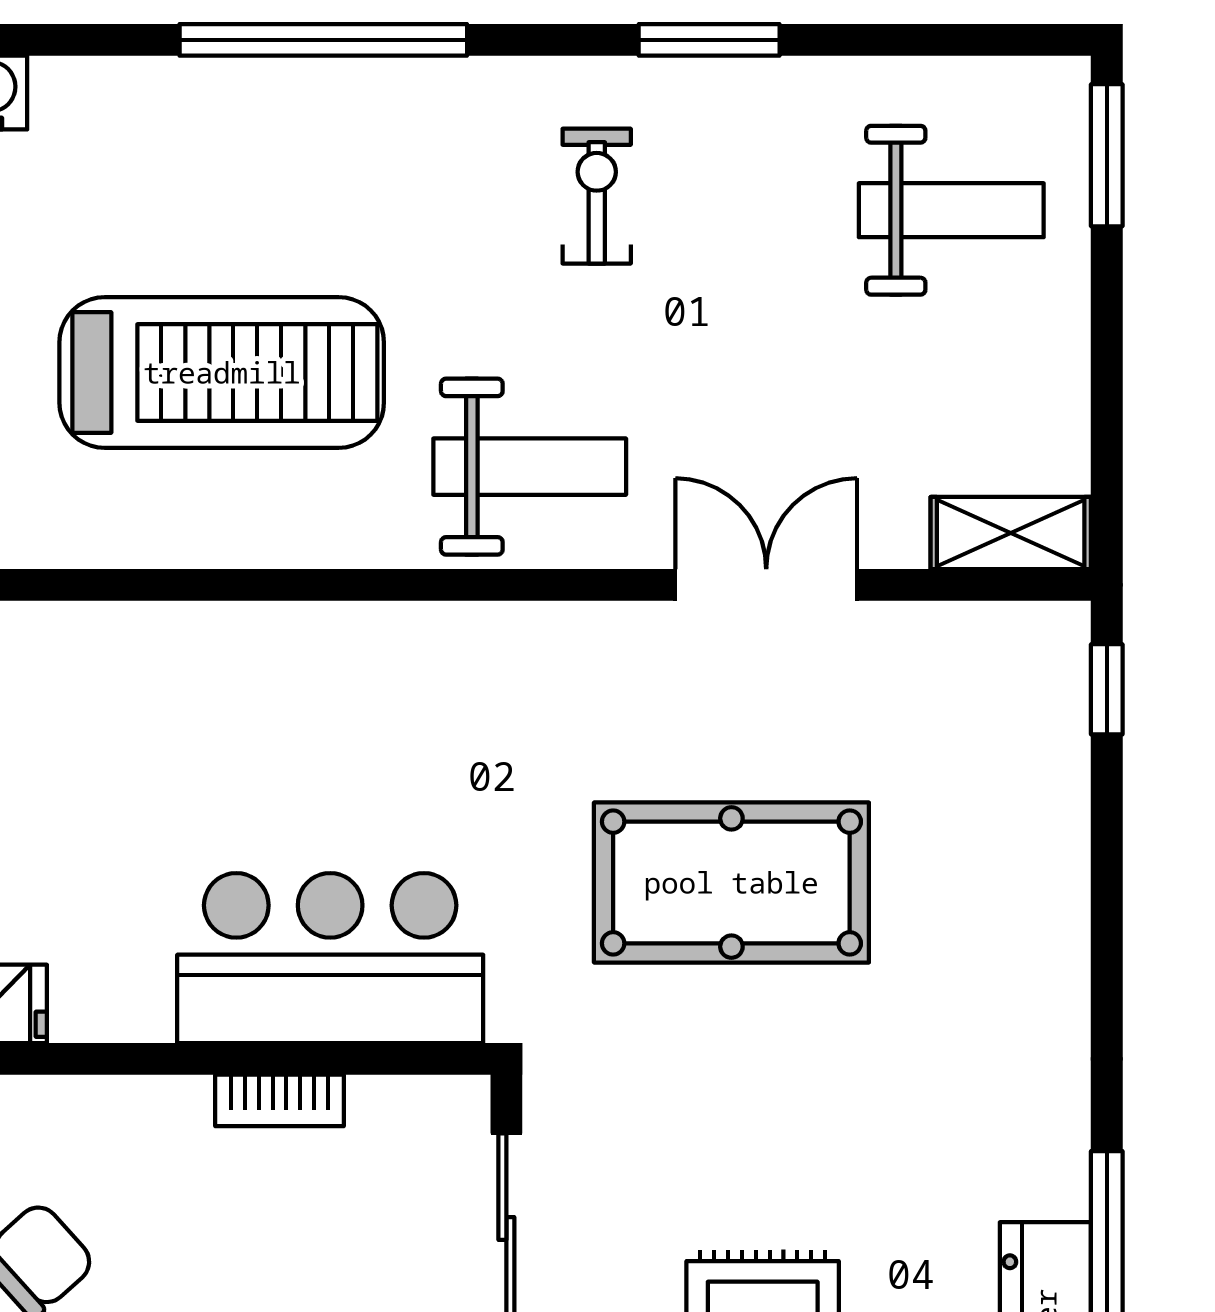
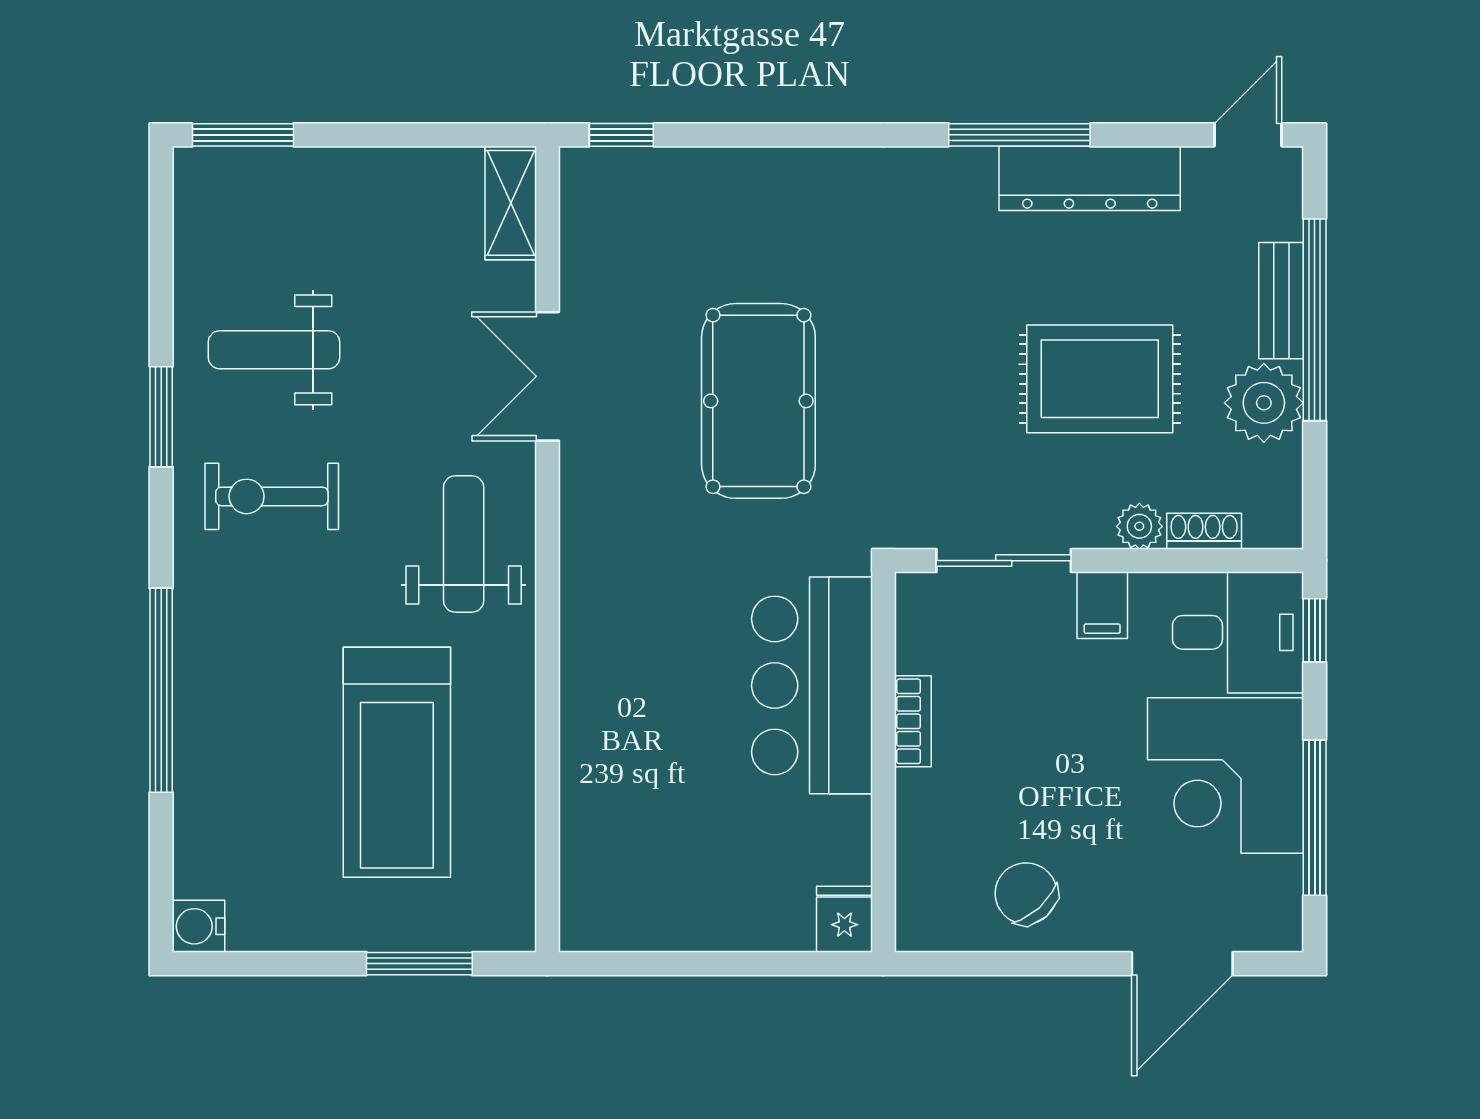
exercise bike: (597, 196) -> (272, 496), width x1.38, depth x1.39
weight bench: (951, 210) -> (274, 350), moved, turned -90
treadmill: (222, 372) -> (397, 762), turned 180

